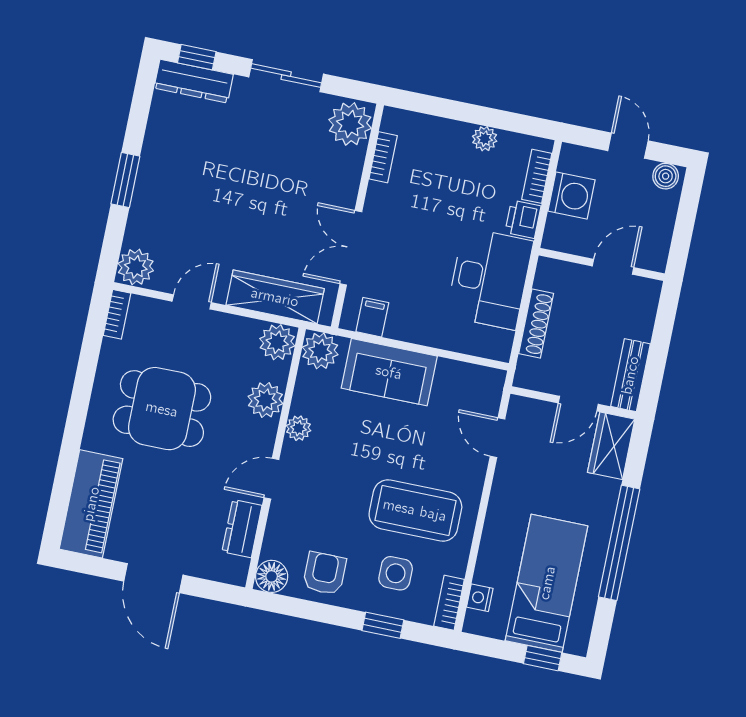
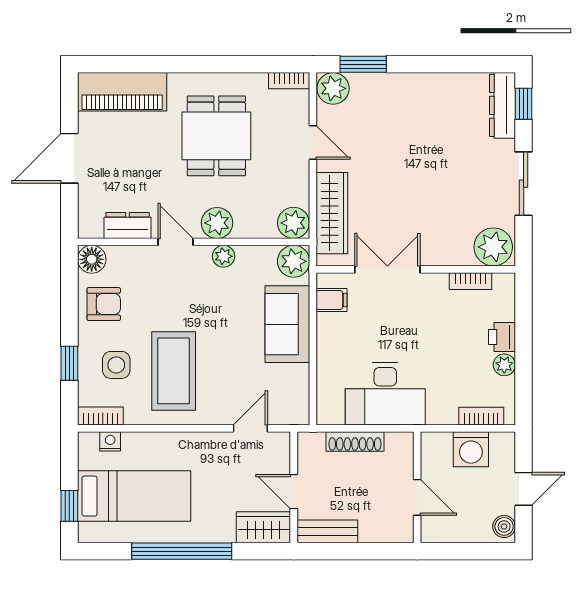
window: (125, 180) -> (363, 64), moved
printer: (523, 219) -> (502, 337), moved, turned -90
plant: (265, 400) -> (217, 223), moved

